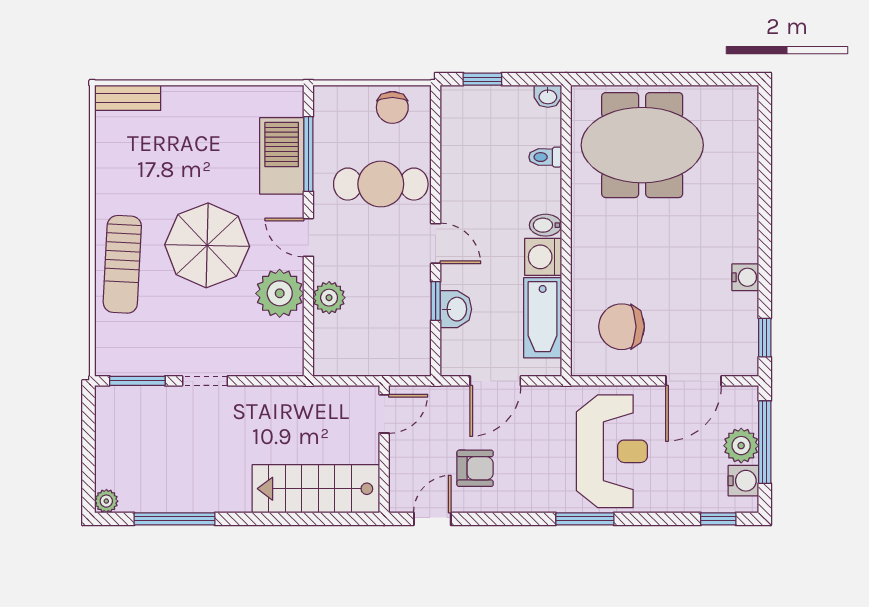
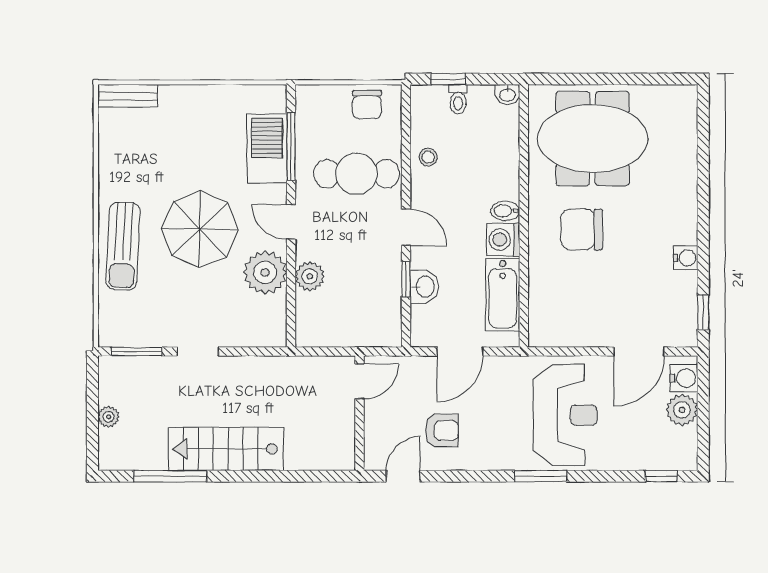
toilet: (545, 157) -> (458, 99), moved, turned -90
stool: (460, 166) -> (428, 157), added
chair: (622, 327) -> (582, 229), moved
window: (765, 442) -> (703, 407), removed
water cooler: (743, 481) -> (684, 378), moved
stairs: (316, 489) -> (226, 449), moved
plant: (106, 501) -> (109, 417), moved

